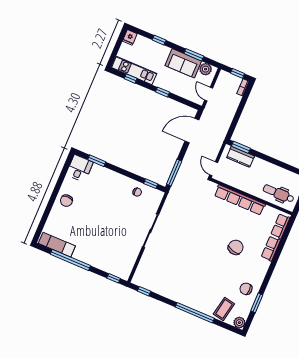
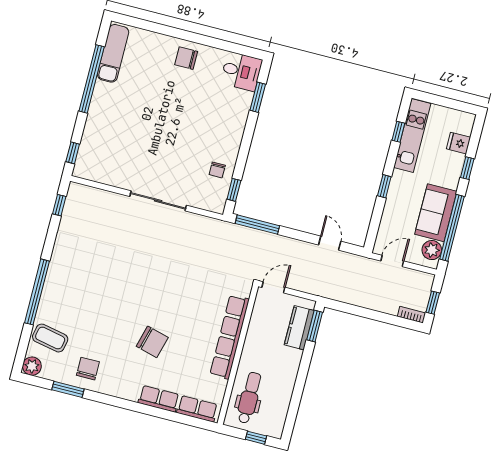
fridge: (130, 37) -> (459, 143), moved
window: (194, 55) -> (452, 228), width x2.11
door: (192, 130) -> (330, 243), width x0.53

